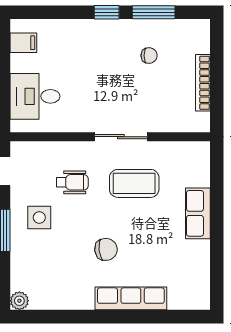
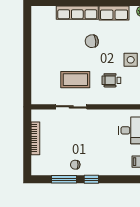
chair: (149, 56) -> (75, 165), moved
sliding door: (121, 137) -> (71, 107), moved
row of seats: (198, 213) -> (114, 13), moved, turned 90

